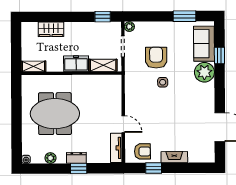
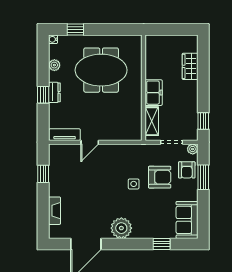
window: (185, 16) -> (203, 177), moved
sofa: (204, 44) -> (187, 220), moved, turned -90
shelving: (34, 66) -> (151, 48), removed
plant: (204, 72) -> (121, 228), moved
meeting table: (55, 114) -> (101, 70), turned 90
window: (17, 138) -> (75, 30), added
armchair: (142, 151) -> (187, 170), moved
fireplace: (174, 157) -> (55, 211), moved

